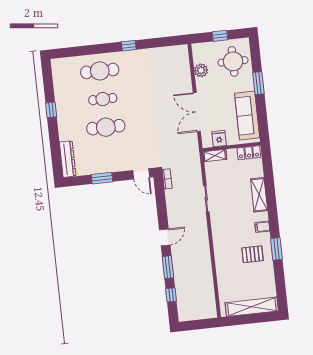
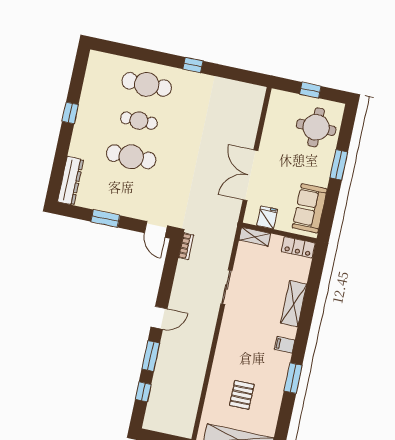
plant: (201, 70) -> (273, 125), removed
sofa: (247, 115) -> (310, 208), width x0.73
pallet: (253, 254) -> (242, 395), moved, turned 90

